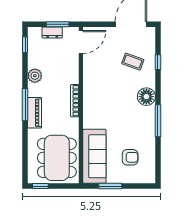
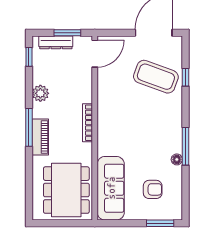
dresser: (52, 32) -> (56, 42), width x1.44
coffee table: (133, 62) -> (156, 77), width x1.86, depth x1.72
floor lamp: (146, 97) -> (177, 159), moved, width x0.53, depth x0.53
window: (40, 186) -> (47, 223), removed
window: (110, 186) -> (160, 223), moved

